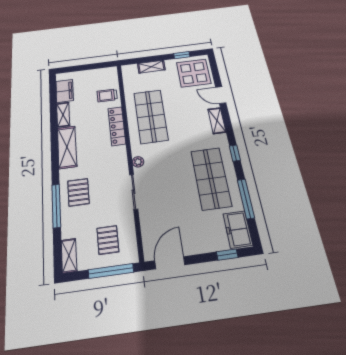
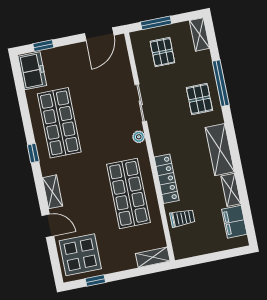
shelving: (151, 67) -> (153, 257), moved
window: (246, 199) -> (23, 103), removed
window: (111, 271) -> (156, 23), width x0.69

